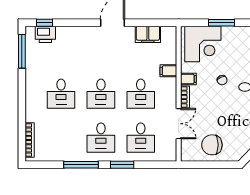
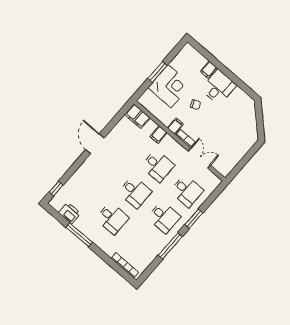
printer: (45, 34) -> (70, 213), moved, turned -90
filing cabinet: (148, 34) -> (137, 116), moved, turned 90
corner desk: (203, 44) -> (170, 86), moved
window: (22, 51) -> (79, 235), moved
chair: (212, 145) -> (232, 148), removed

